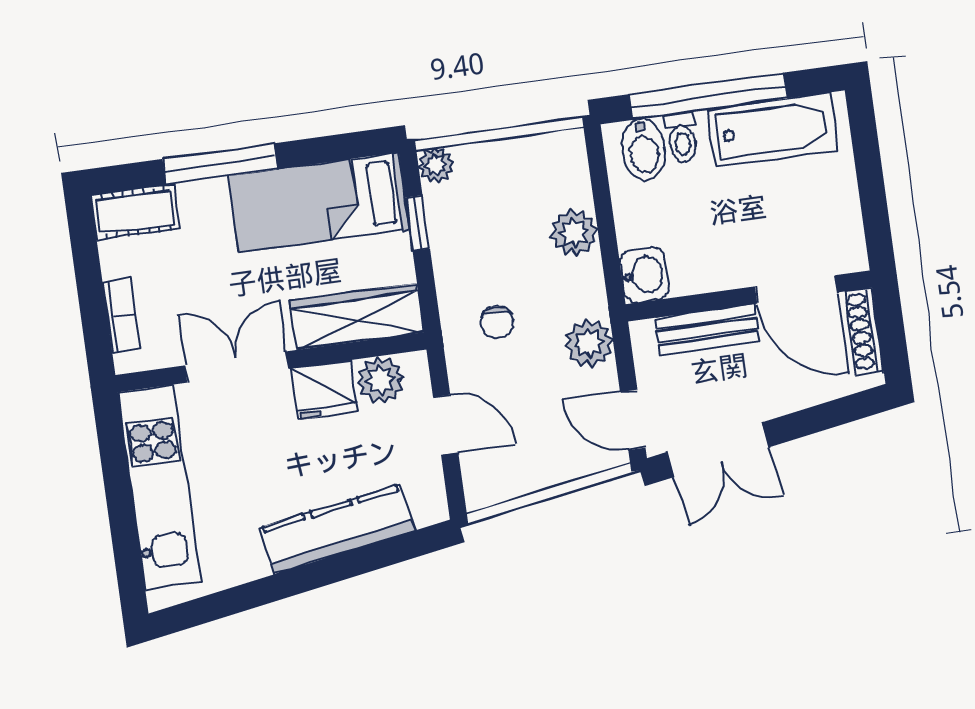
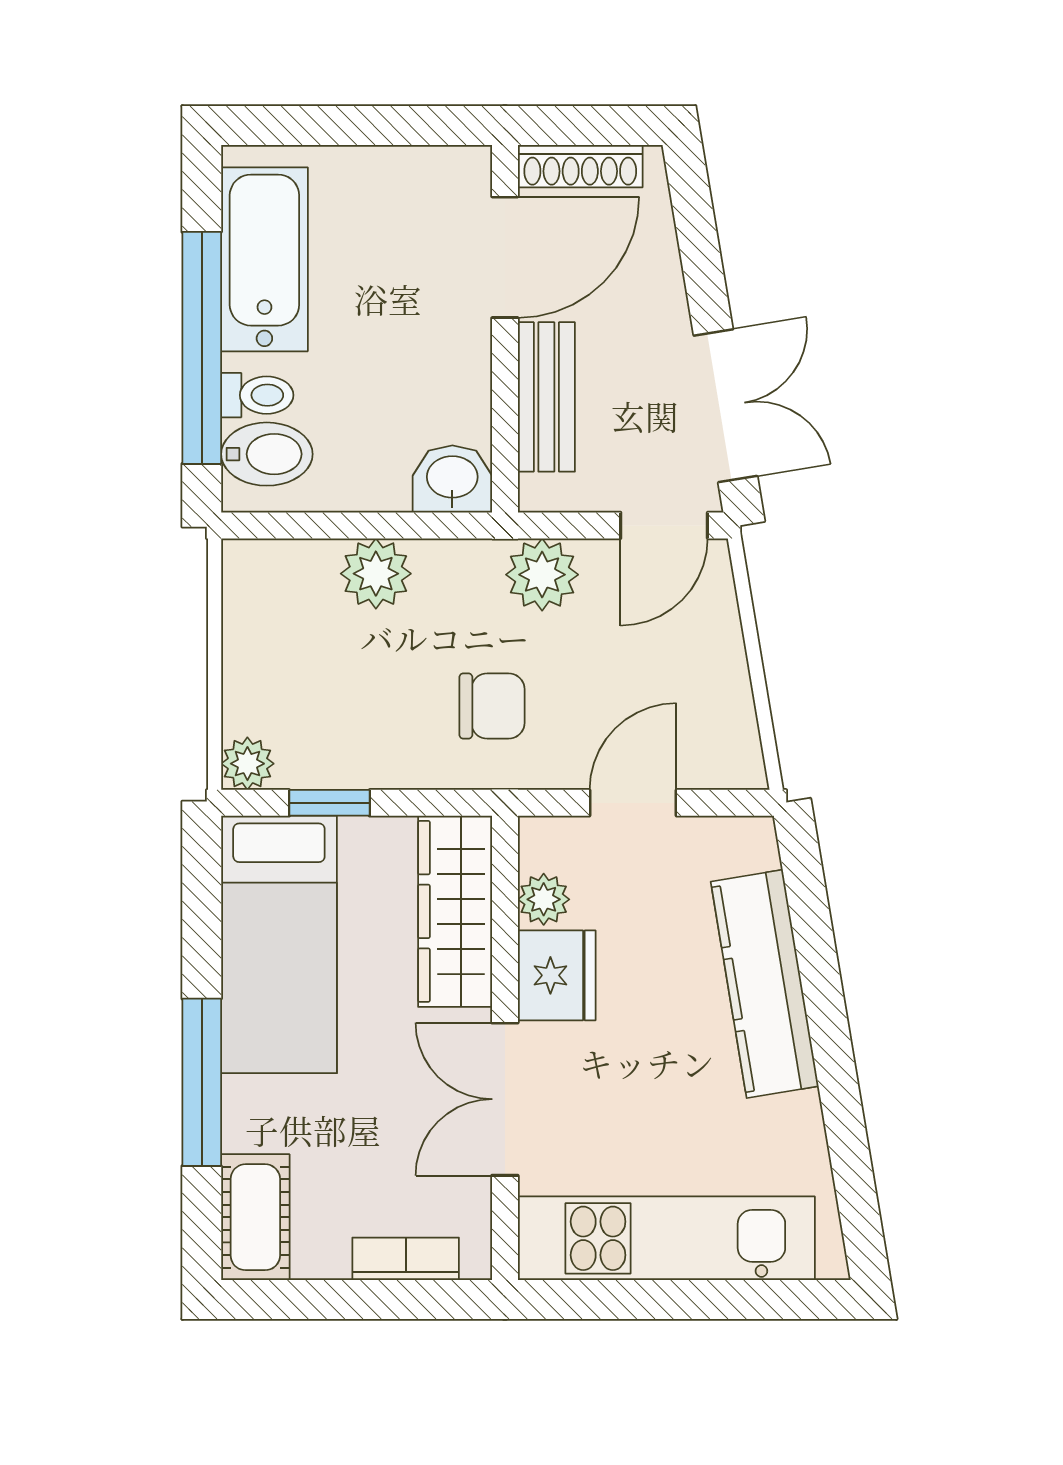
chair: (497, 322) -> (492, 706), width x1.37, depth x1.37
plant: (381, 380) -> (544, 899), width x0.73, depth x0.73

